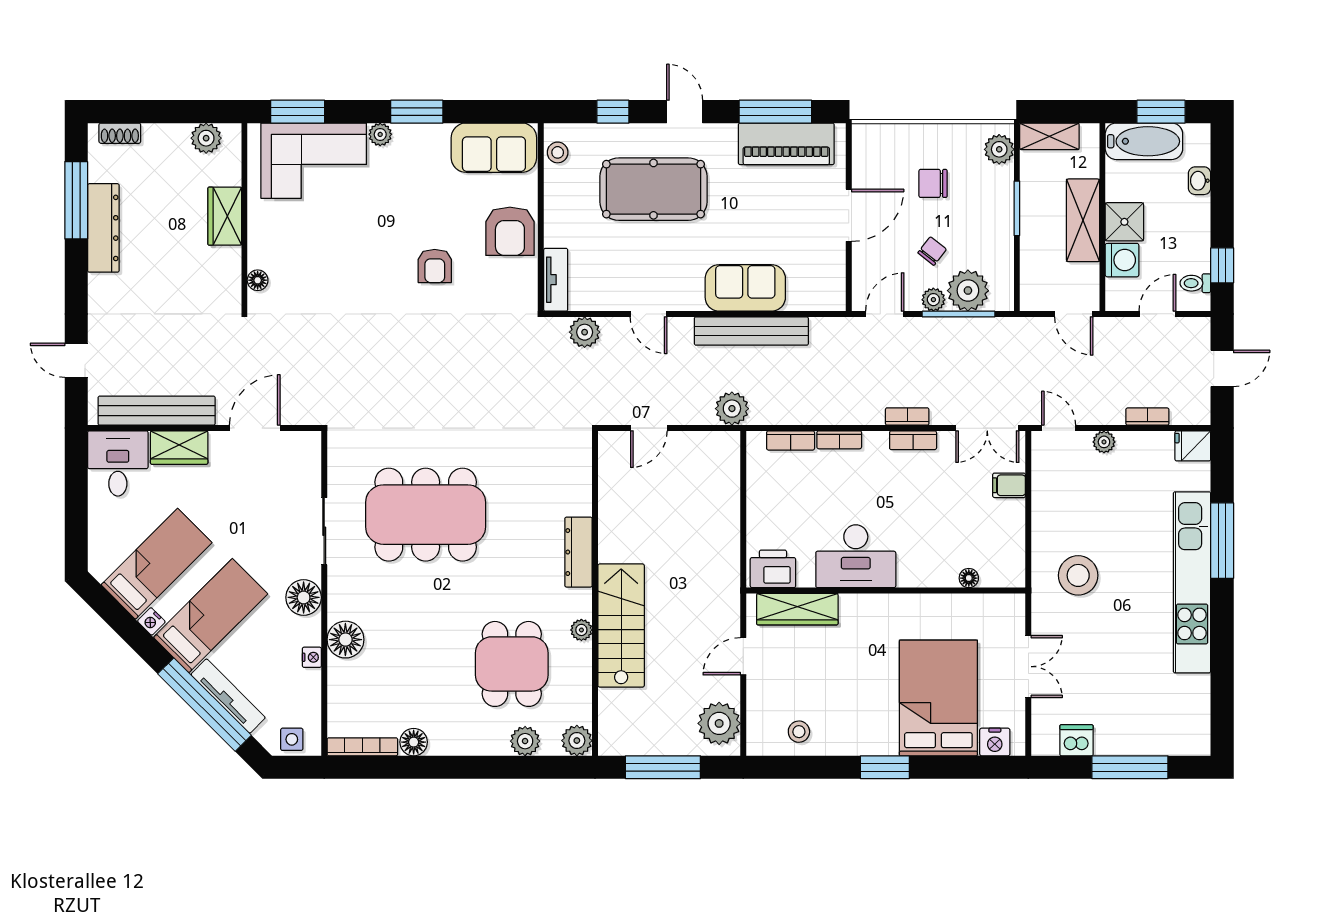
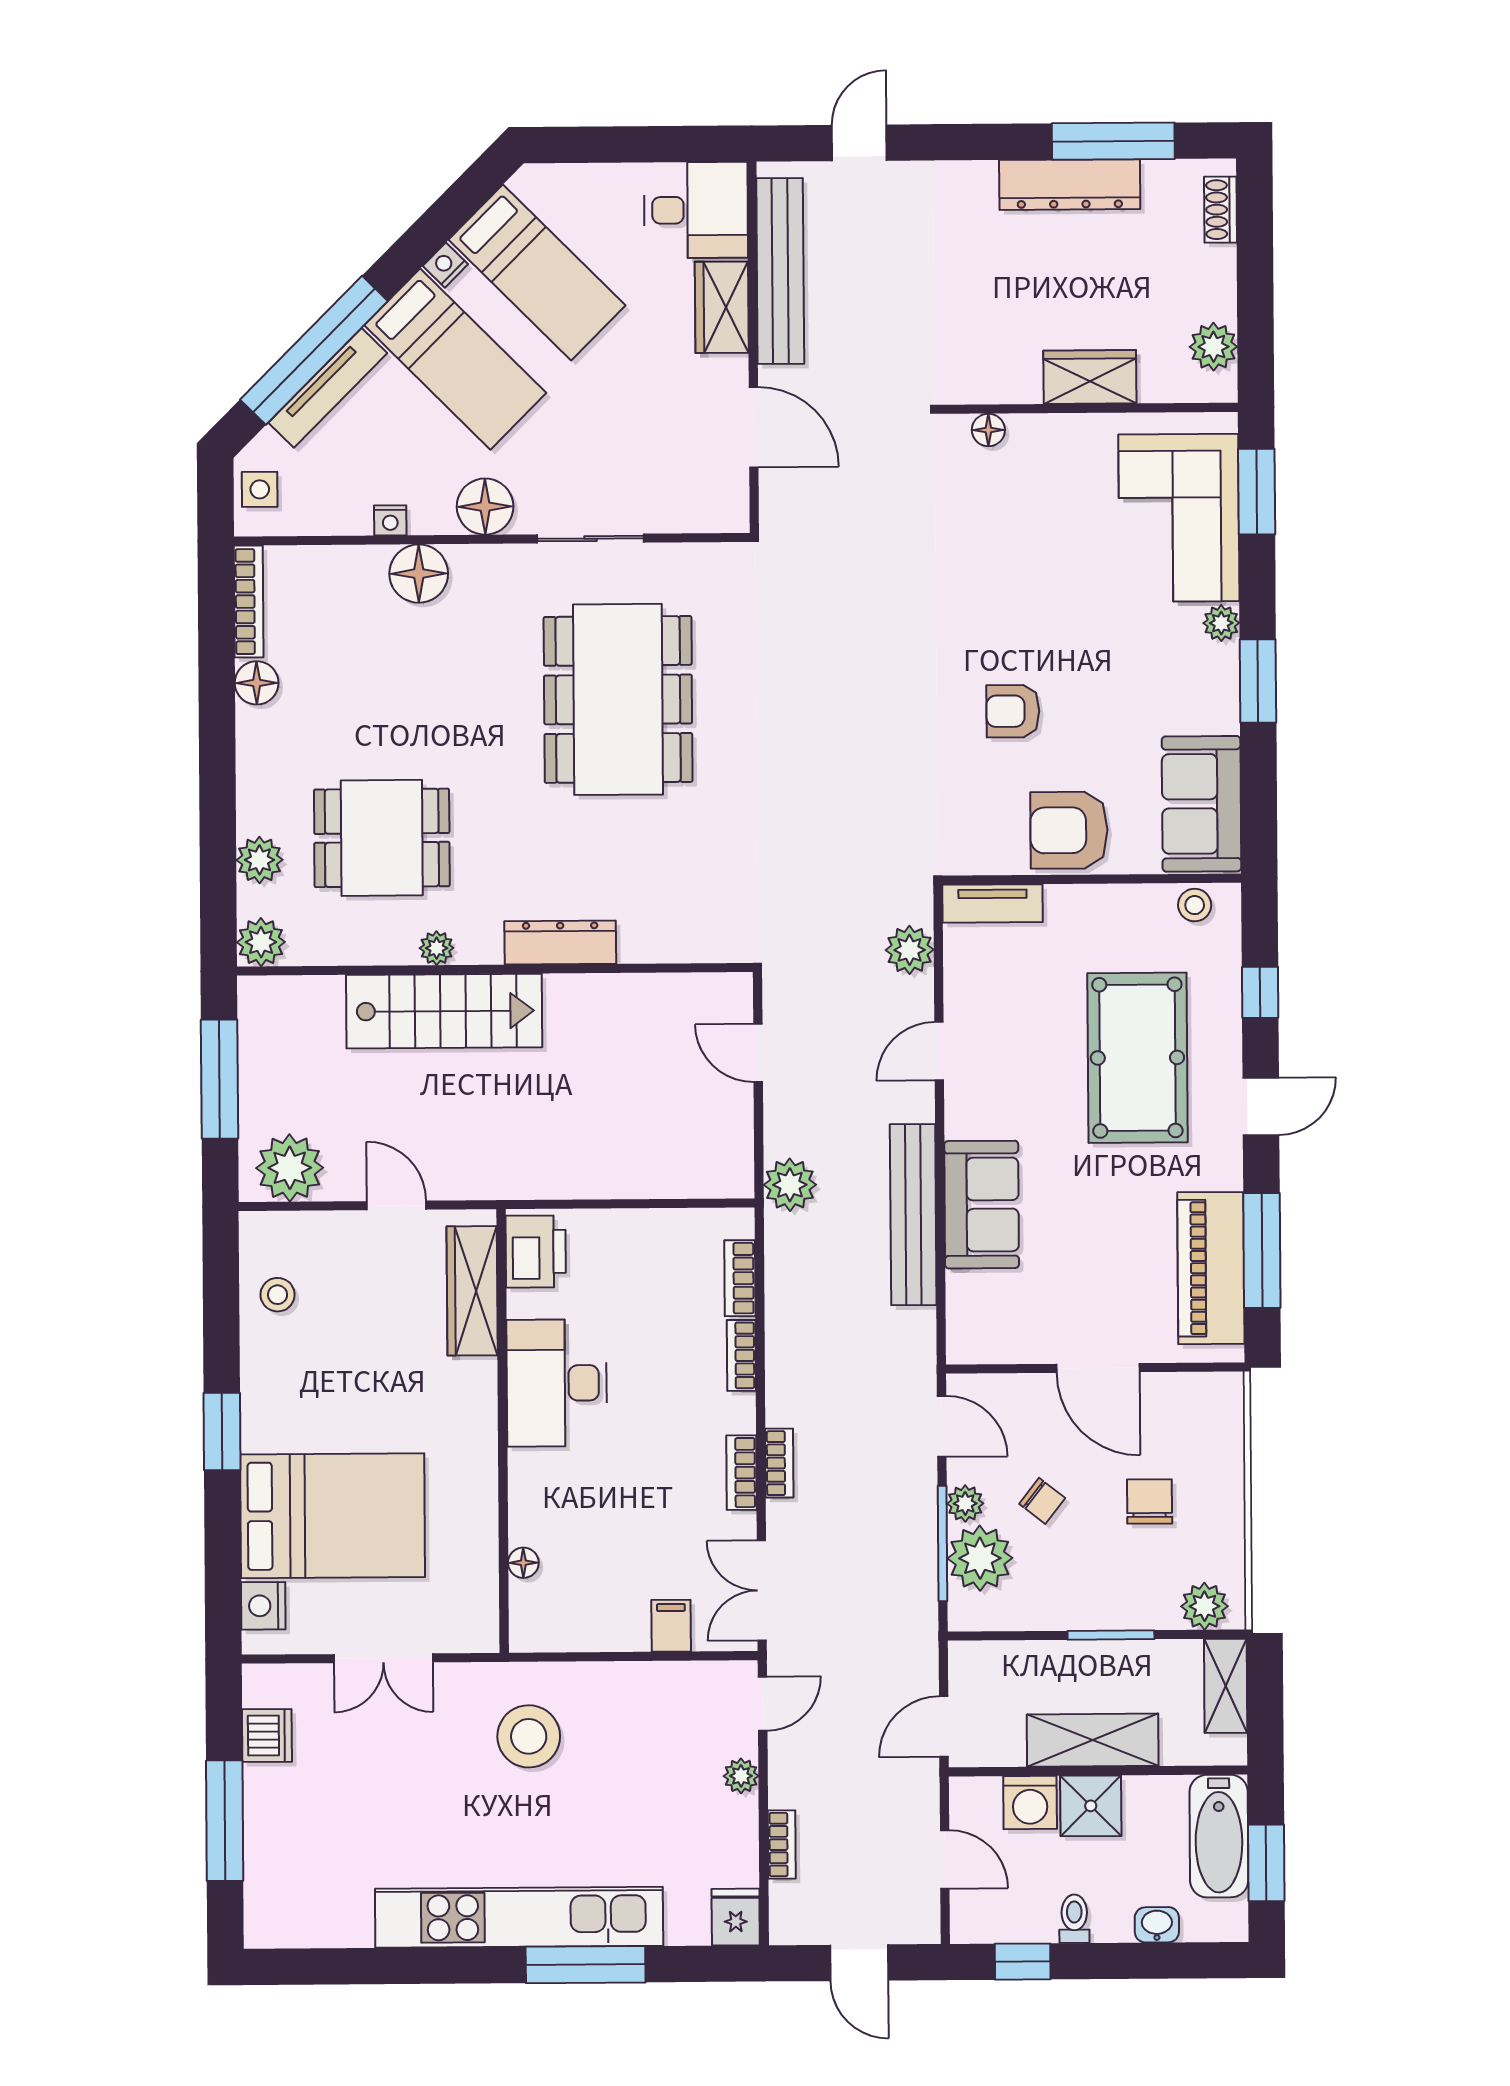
toilet: (1195, 283) -> (1074, 1919), moved

